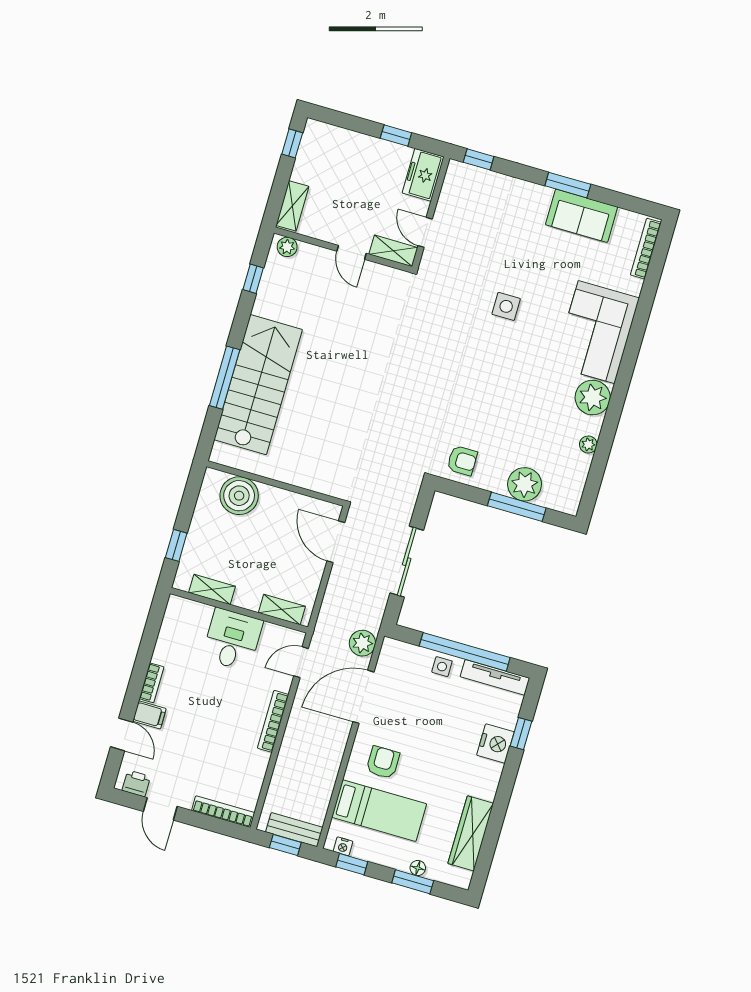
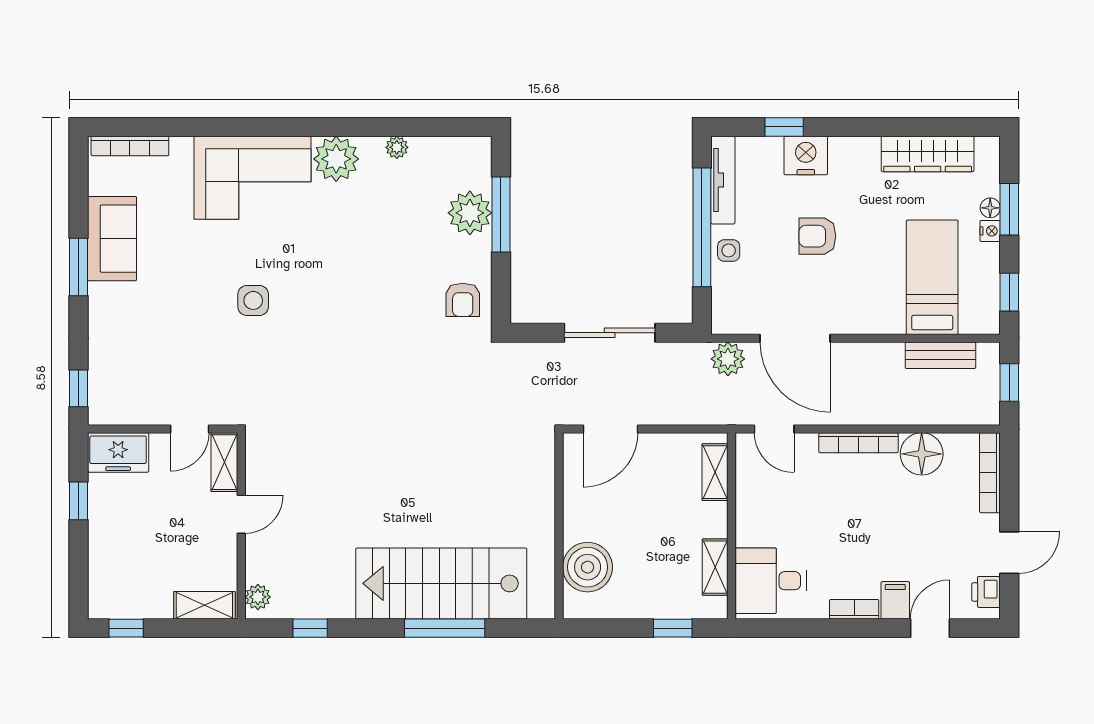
armchair: (462, 461) -> (463, 300), turned 180
desk: (232, 639) -> (771, 581), moved
armchair: (383, 762) -> (817, 236), moved
floor lamp: (251, 765) -> (922, 454), added
bench: (294, 830) -> (940, 355), moved, turned 90
nightstand: (343, 846) -> (990, 231), moved

